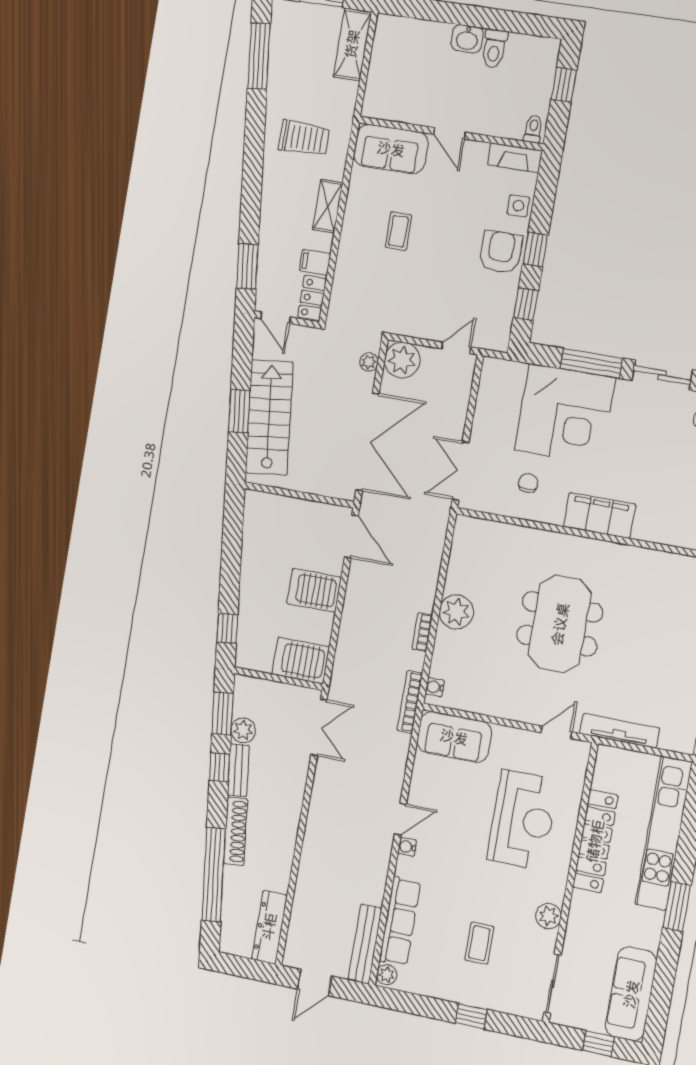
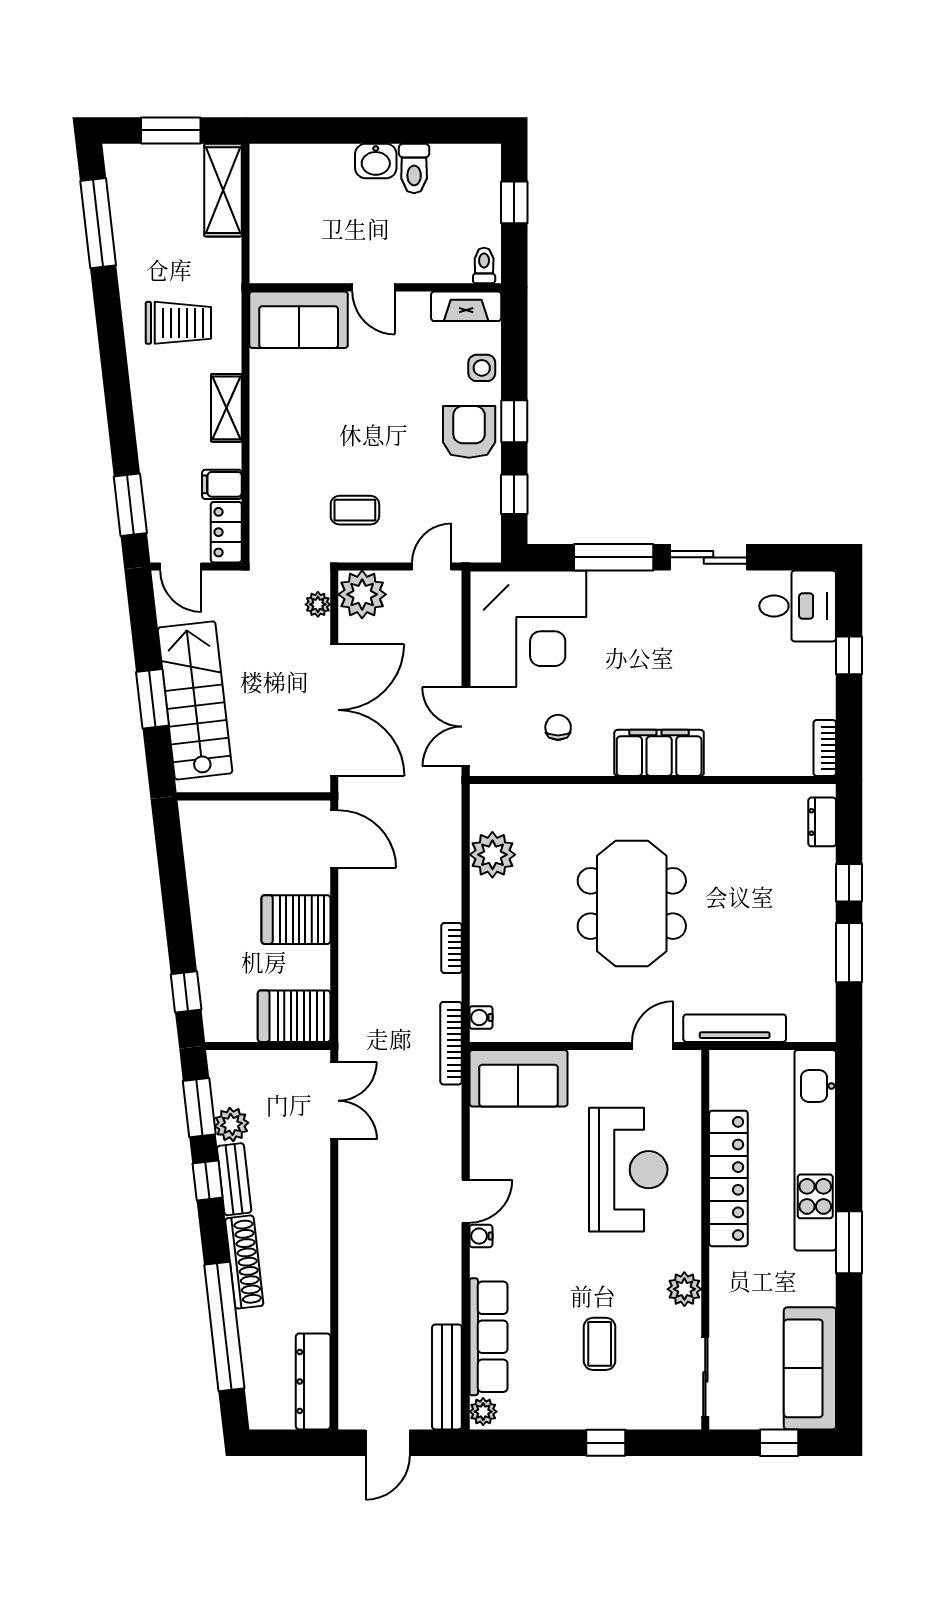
coffee table: (398, 231) -> (355, 510), moved, turned 90
corner desk: (565, 414) -> (528, 629), moved
plant: (456, 612) -> (492, 855), moved

